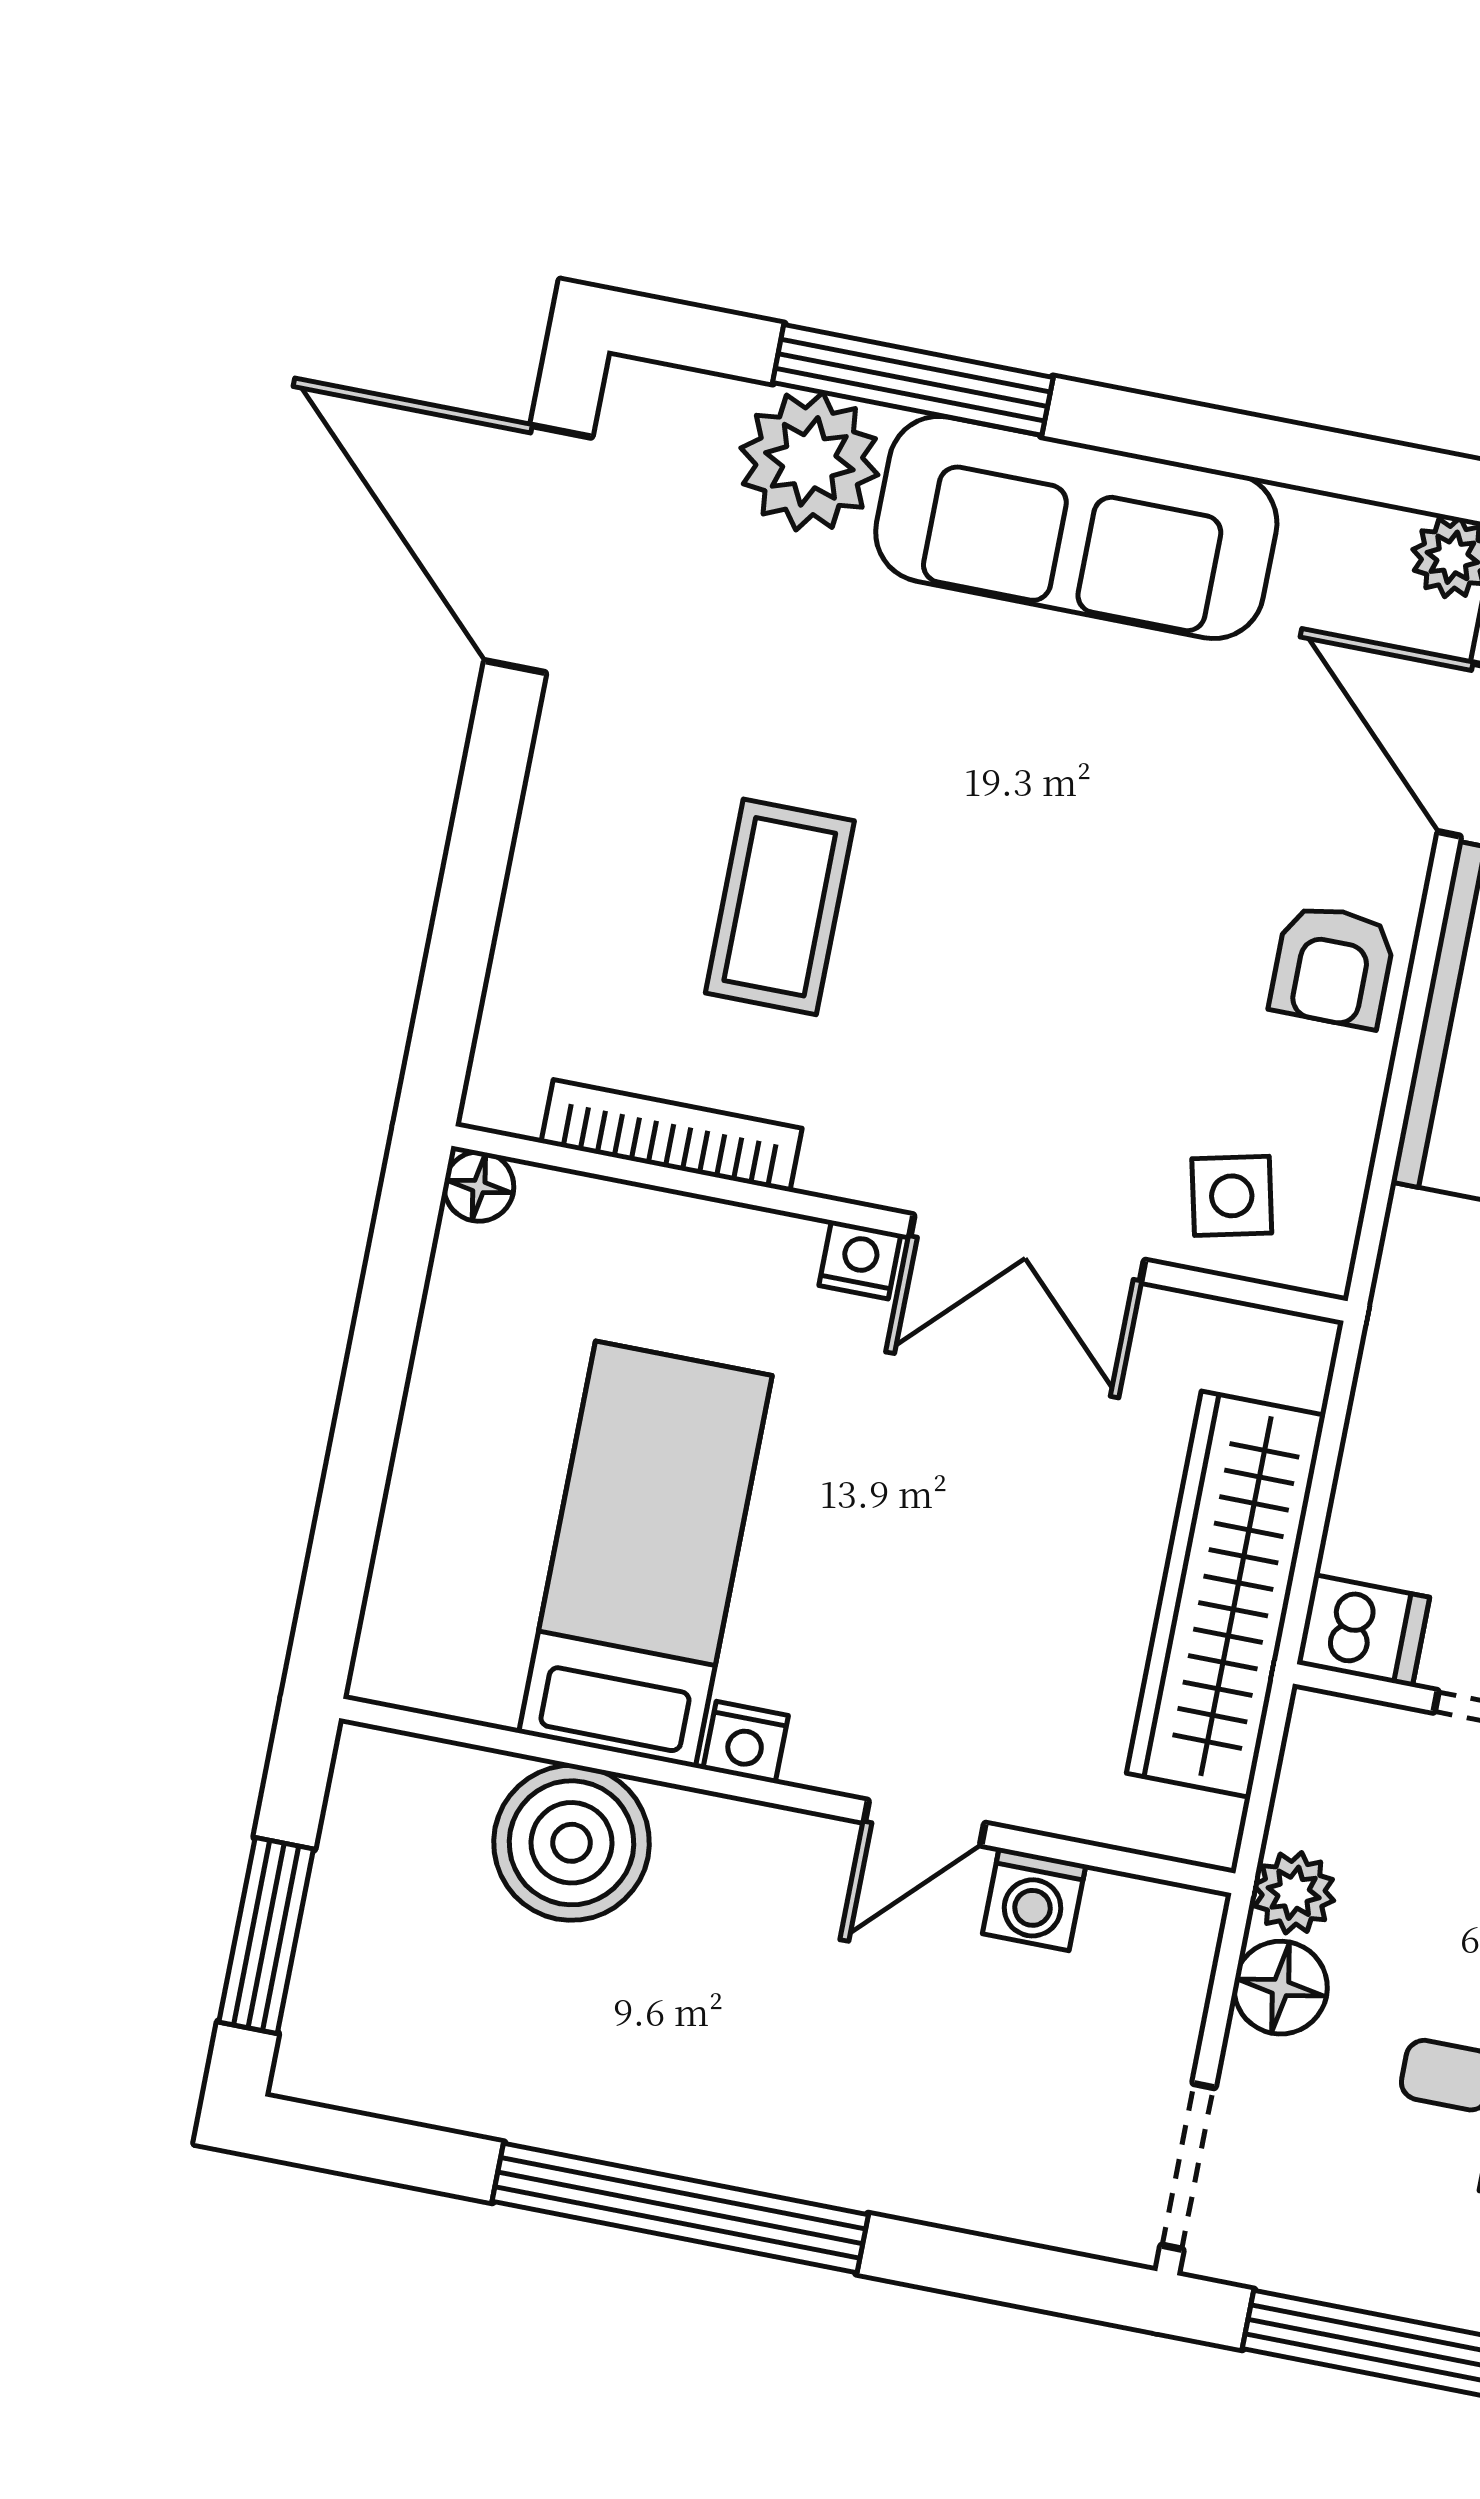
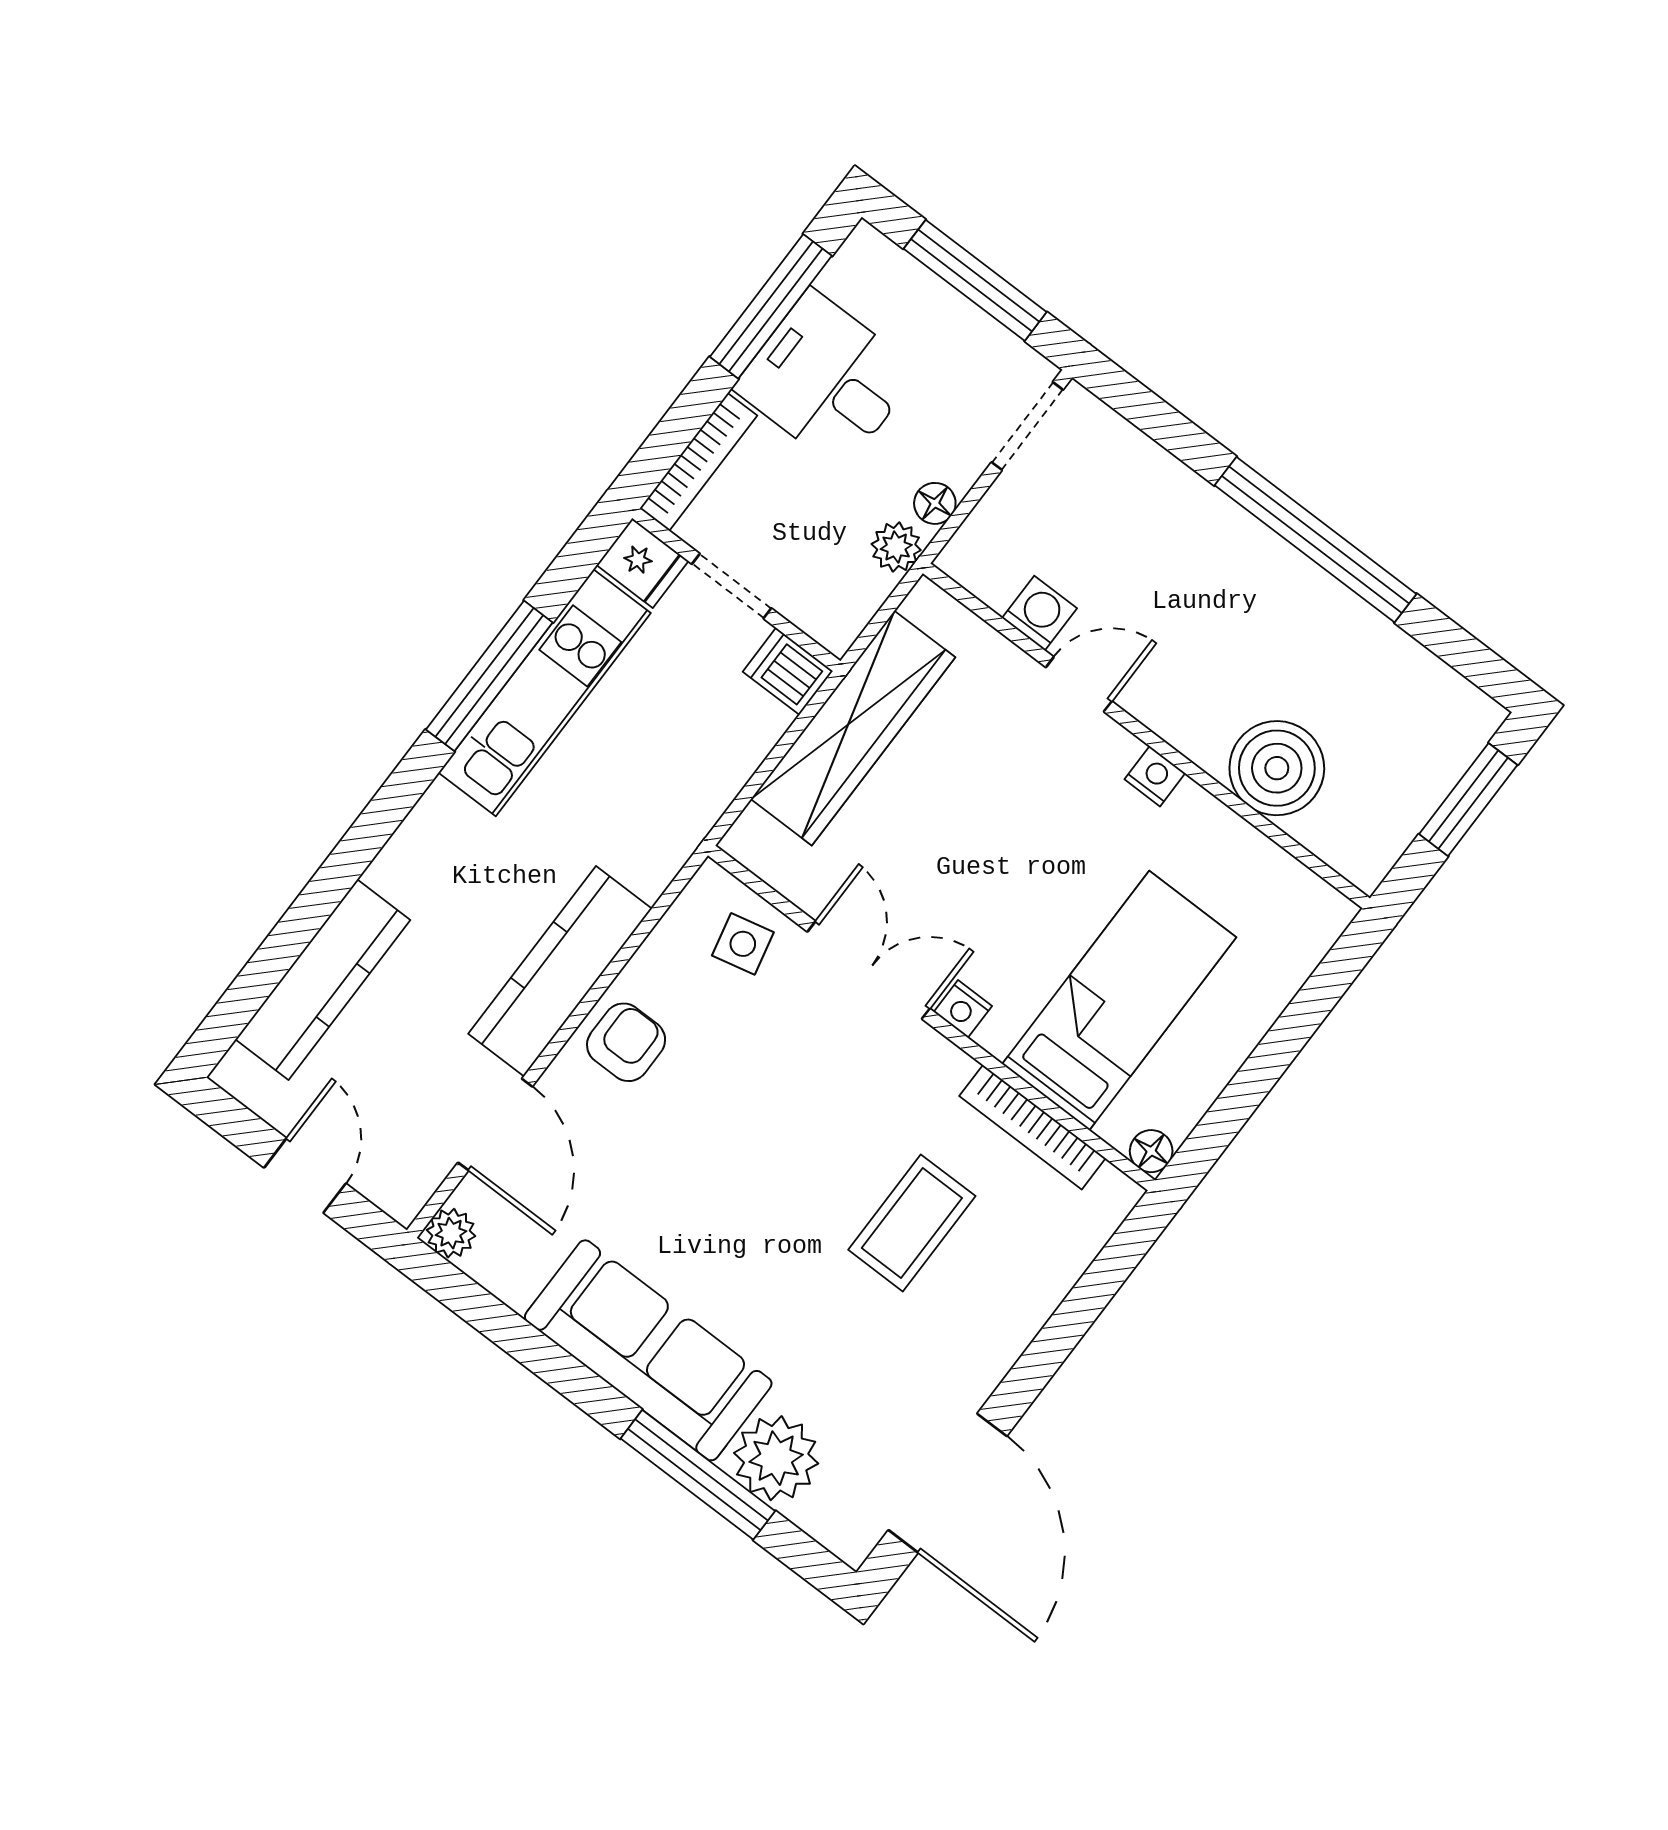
bed: (645, 1554) -> (1119, 1001), moved, turned 180
floor lamp: (1281, 1988) -> (935, 503), width x0.73, depth x0.73

